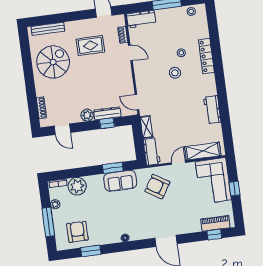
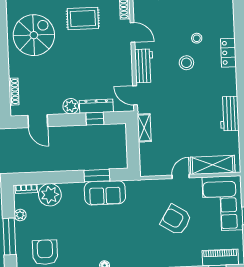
locker: (206, 56) -> (228, 53), width x0.66
workbench: (152, 152) -> (144, 66), moved
armchair: (157, 187) -> (176, 220), moved

